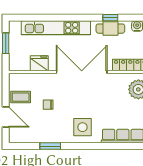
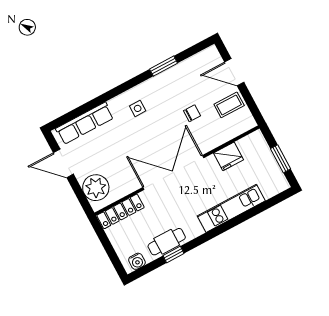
kitchen unit: (56, 28) -> (231, 208), width x0.73
double door: (82, 72) -> (173, 173), swing flipped
side table: (82, 127) -> (138, 108), width x0.54, depth x0.54

